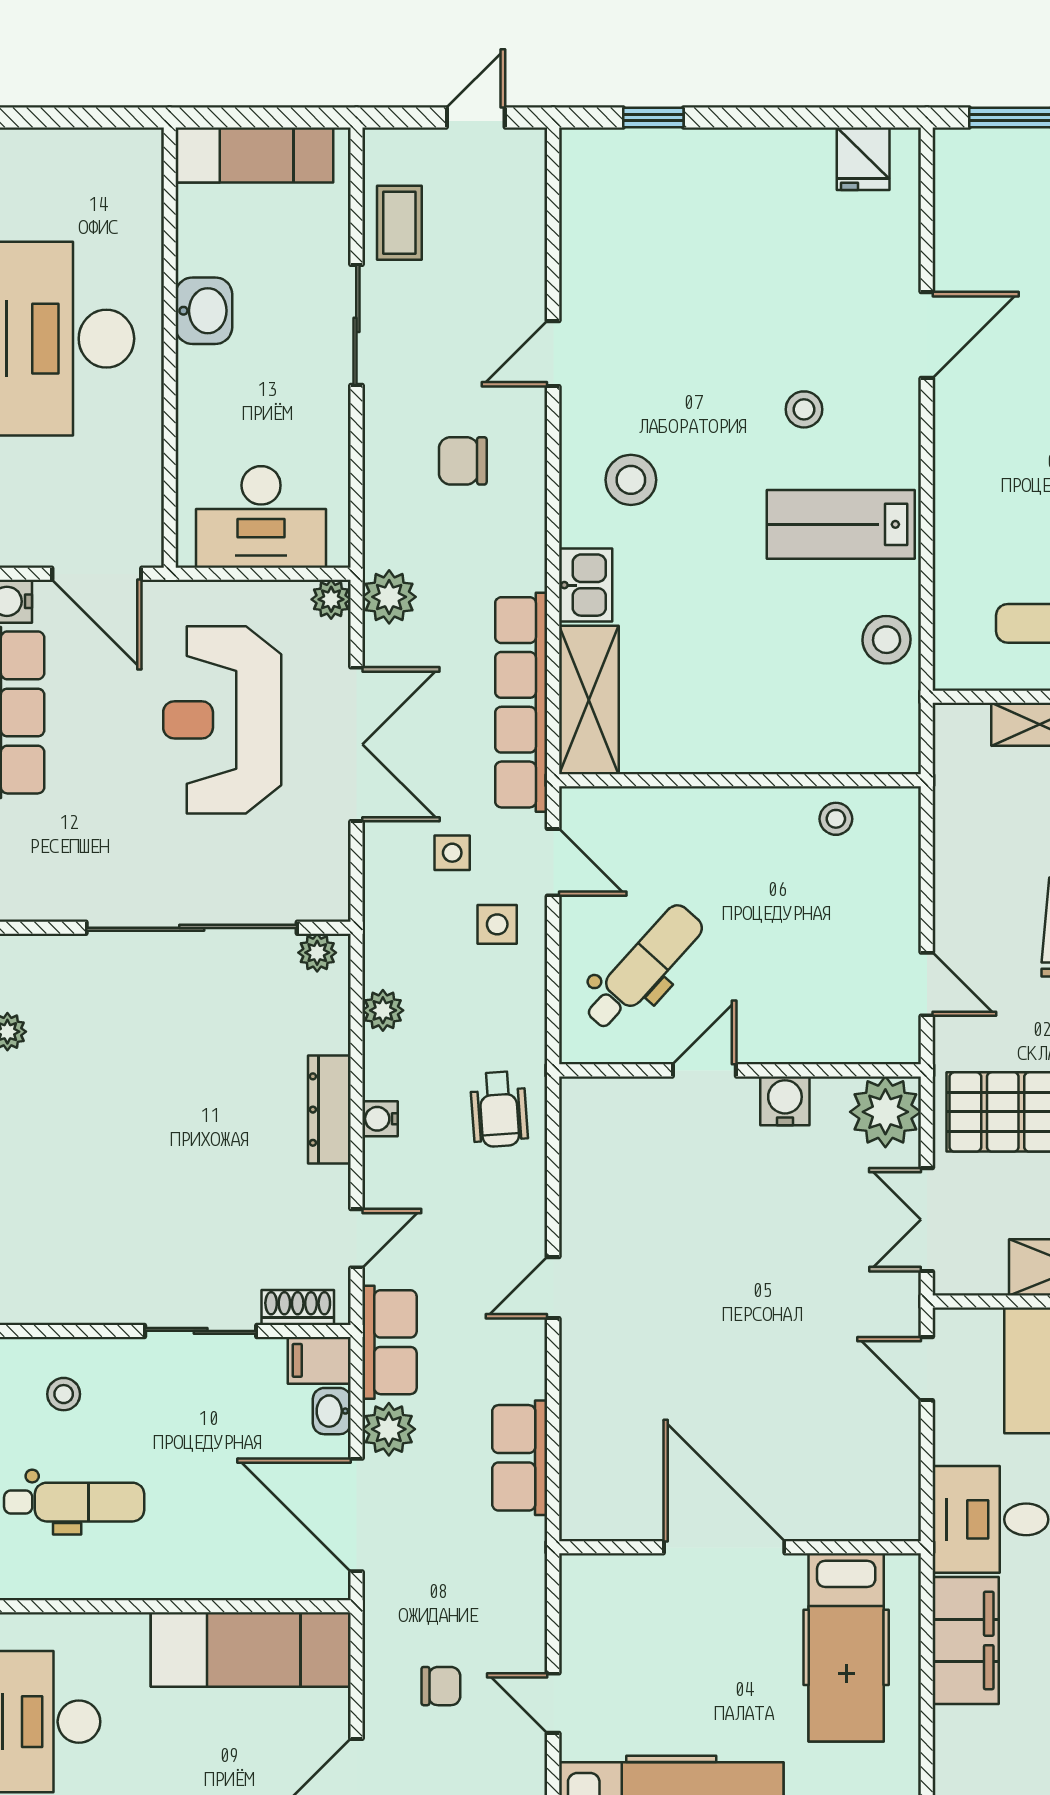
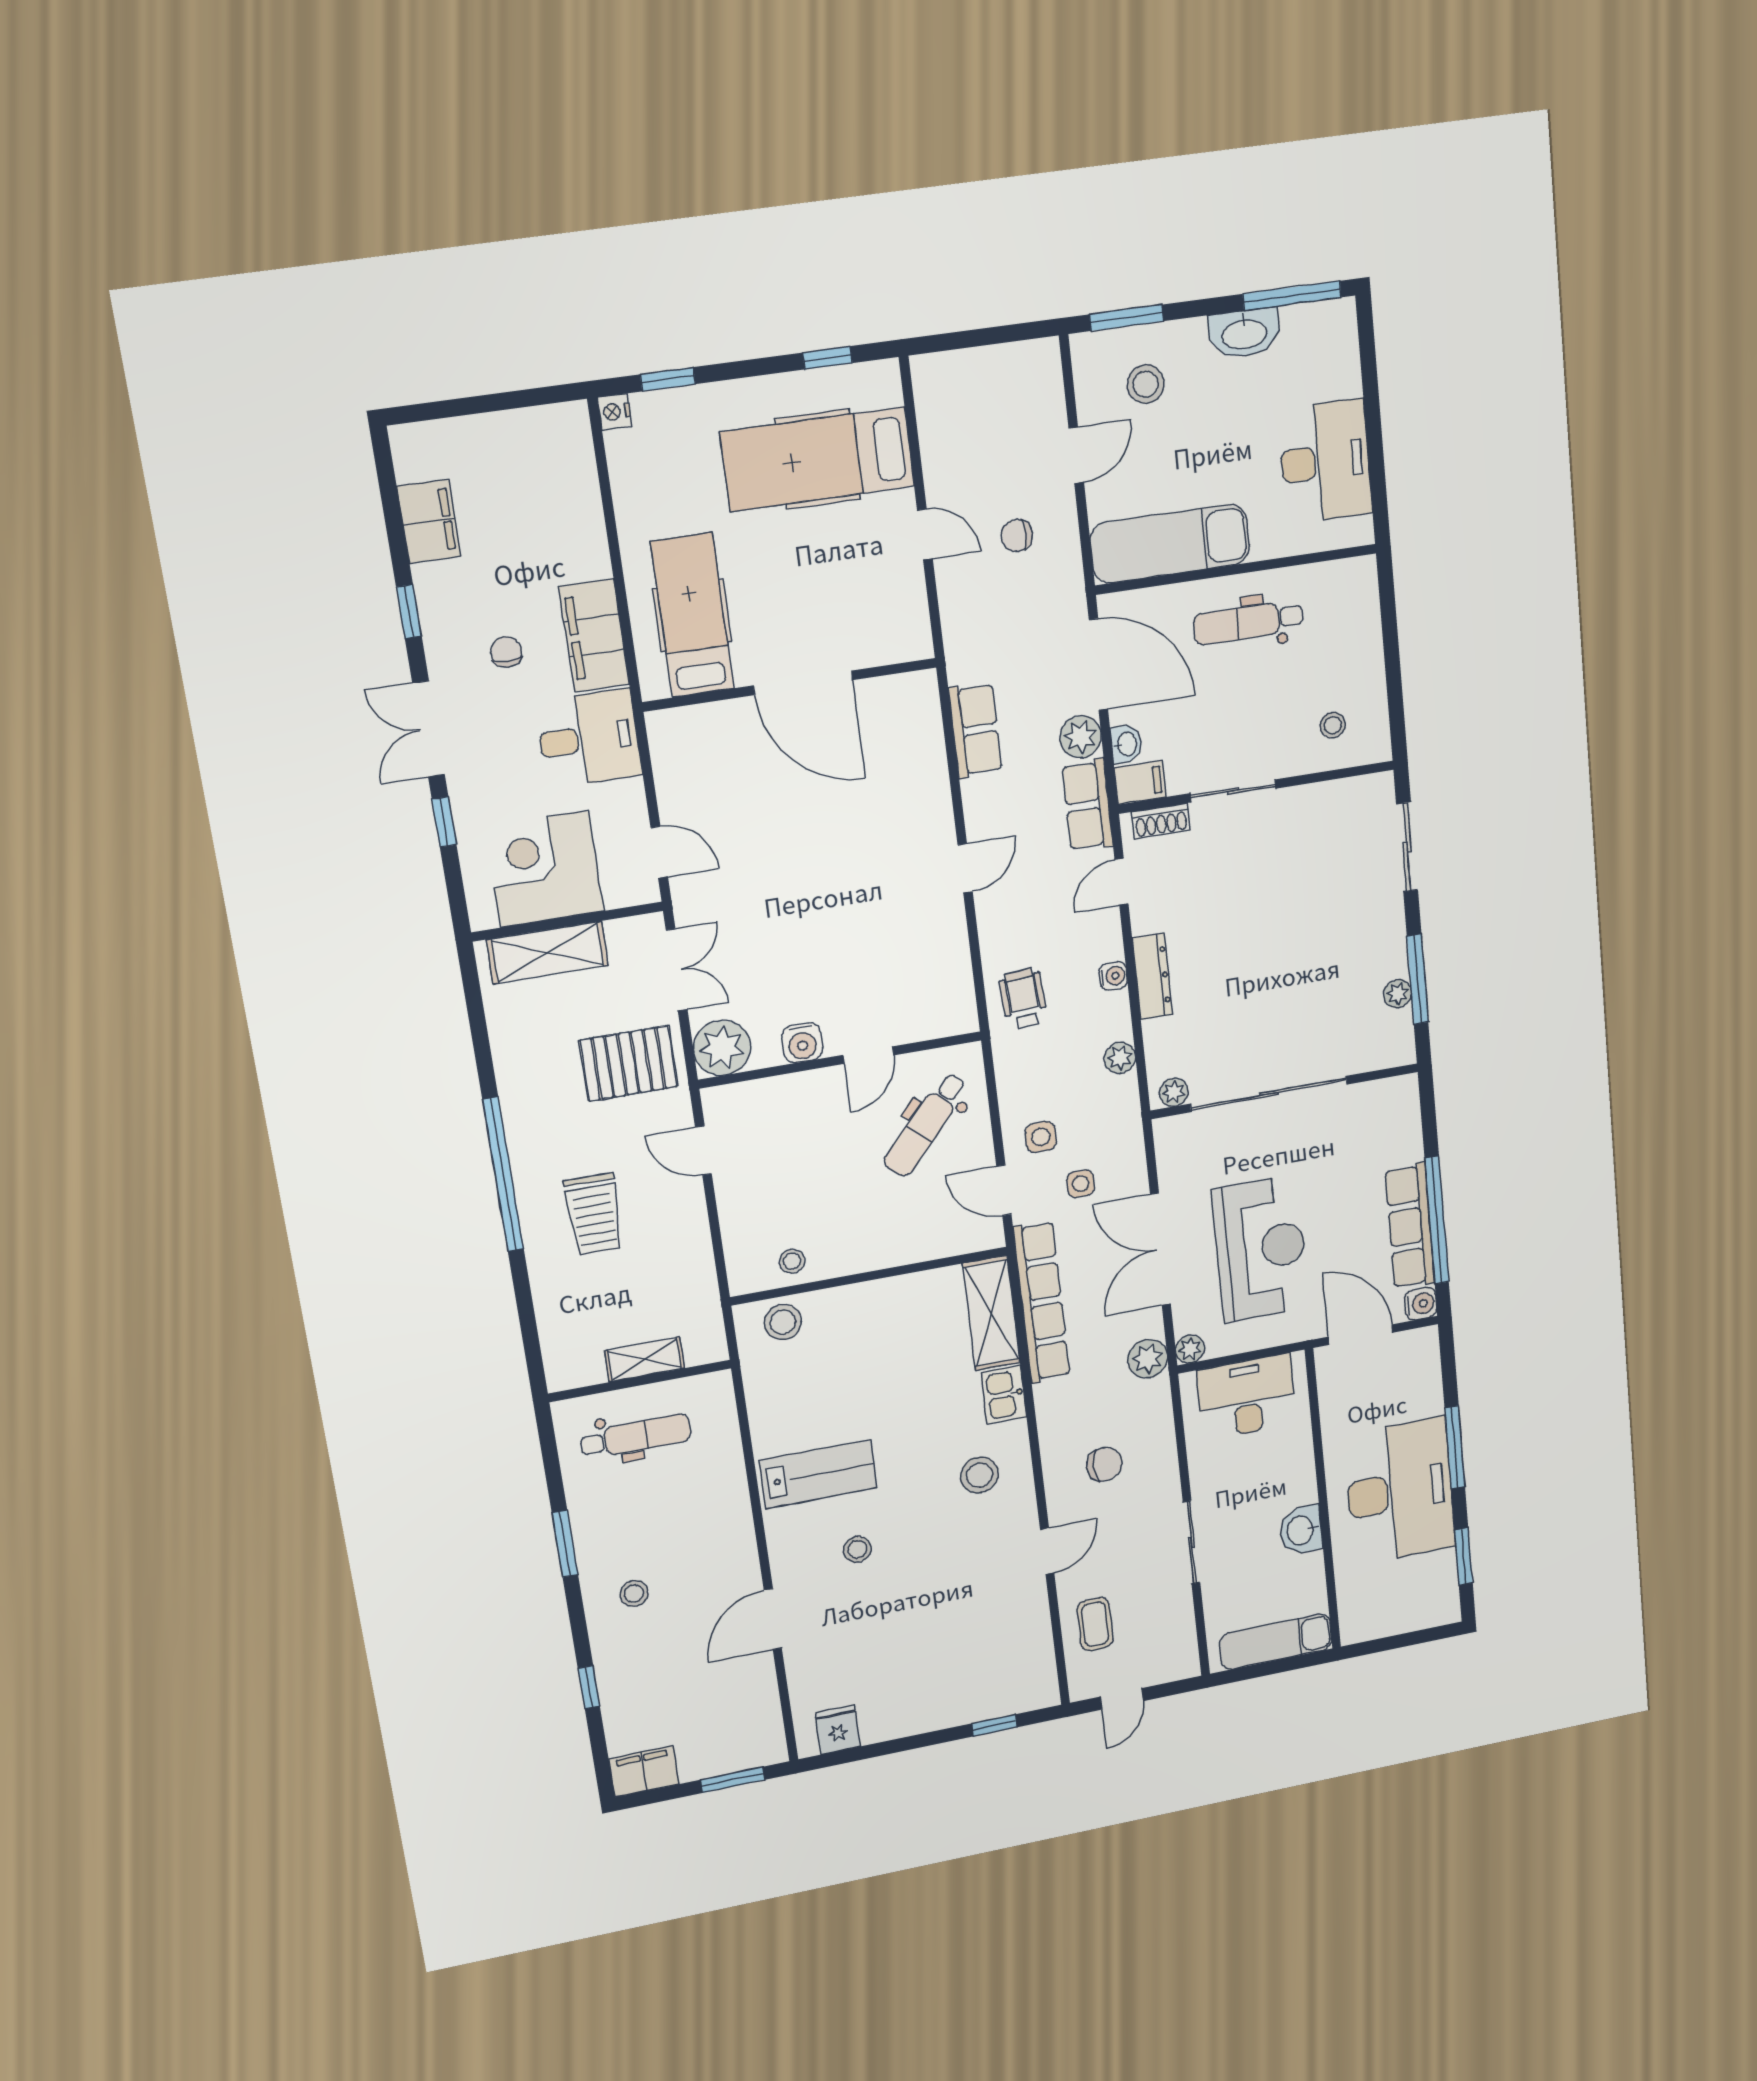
coffee table: (399, 223) -> (1095, 1624), moved
stool: (887, 640) -> (783, 1322), moved
dental chair: (74, 1502) -> (1248, 622), moved

